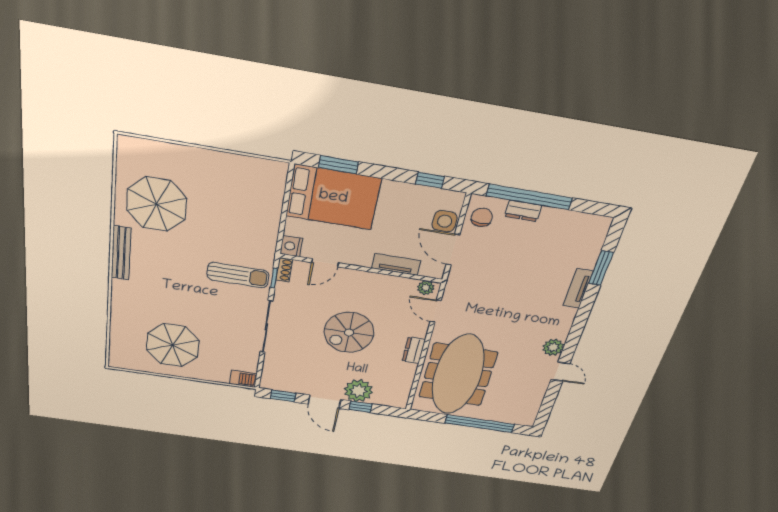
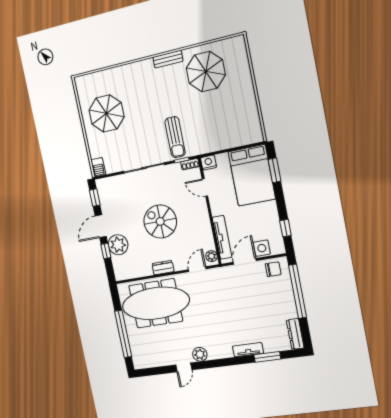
dresser: (523, 211) -> (295, 334), moved, width x1.44
bench: (121, 253) -> (168, 59), width x0.73
tv unit: (396, 264) -> (222, 237), width x1.41

